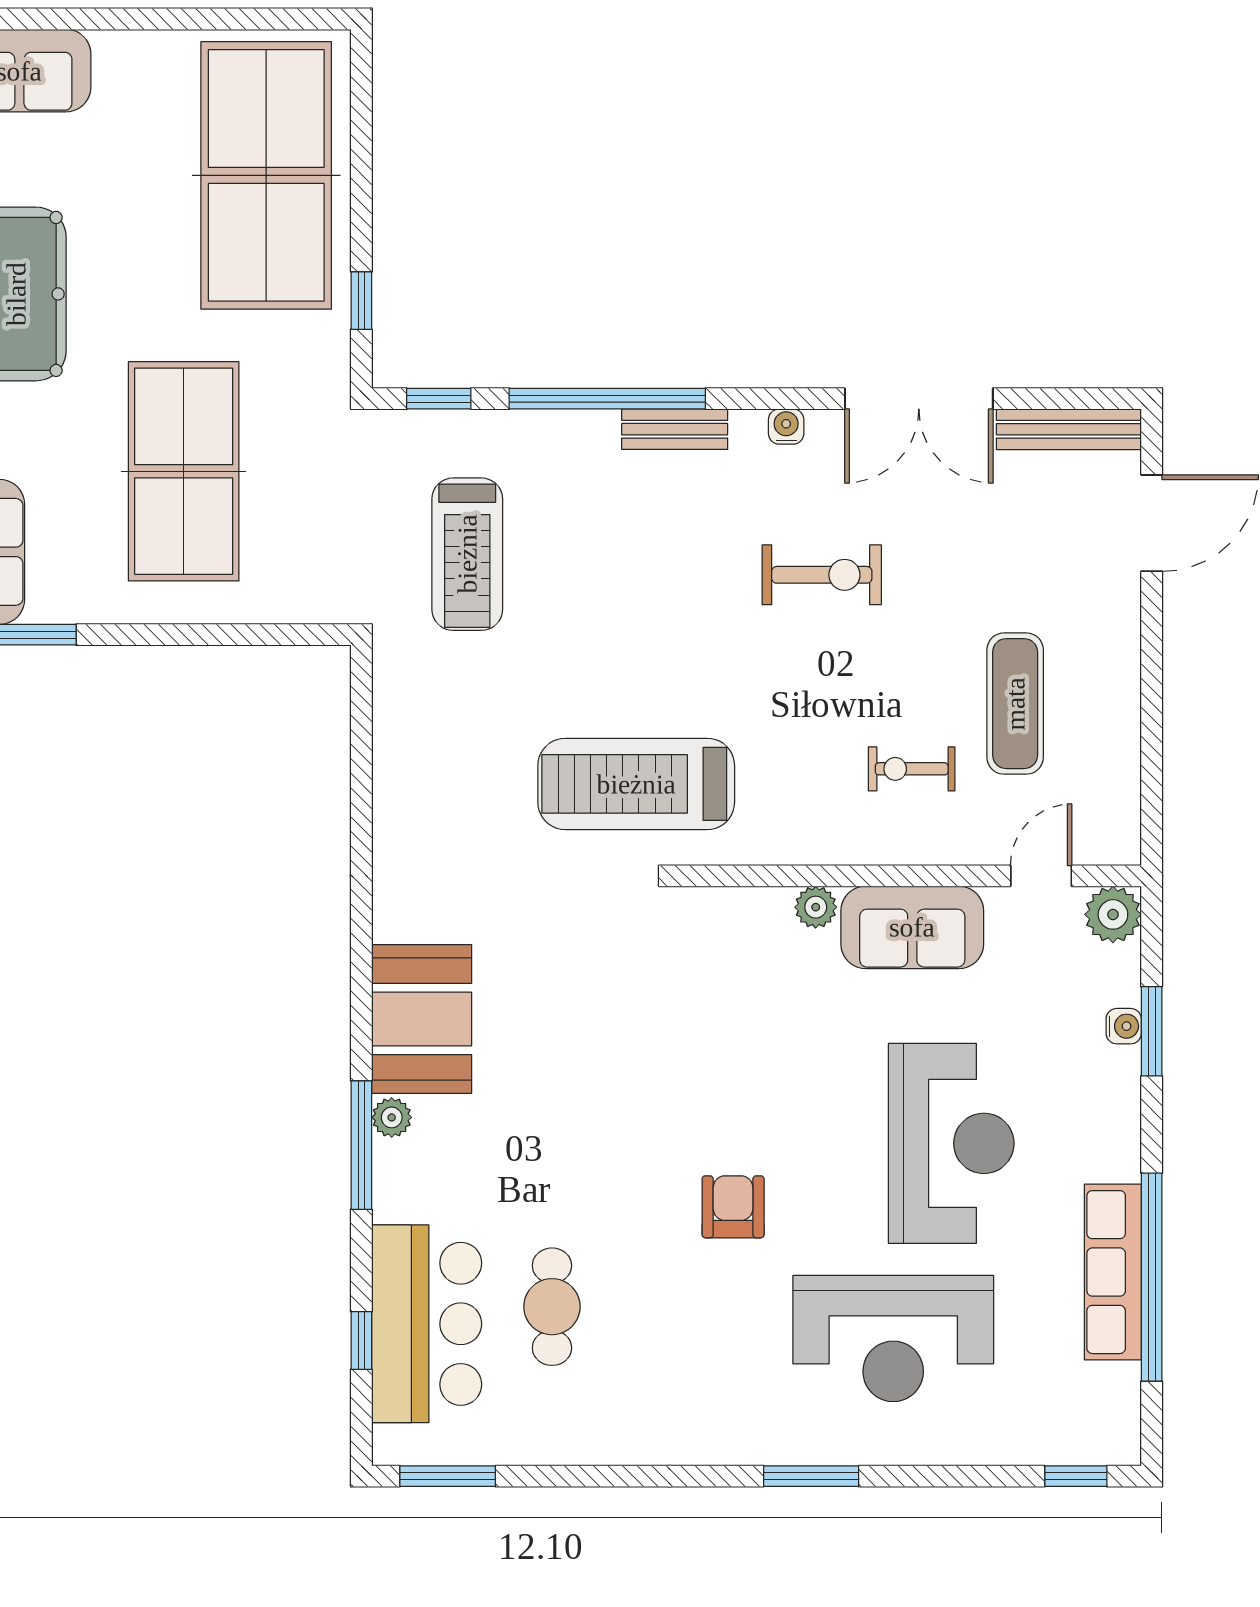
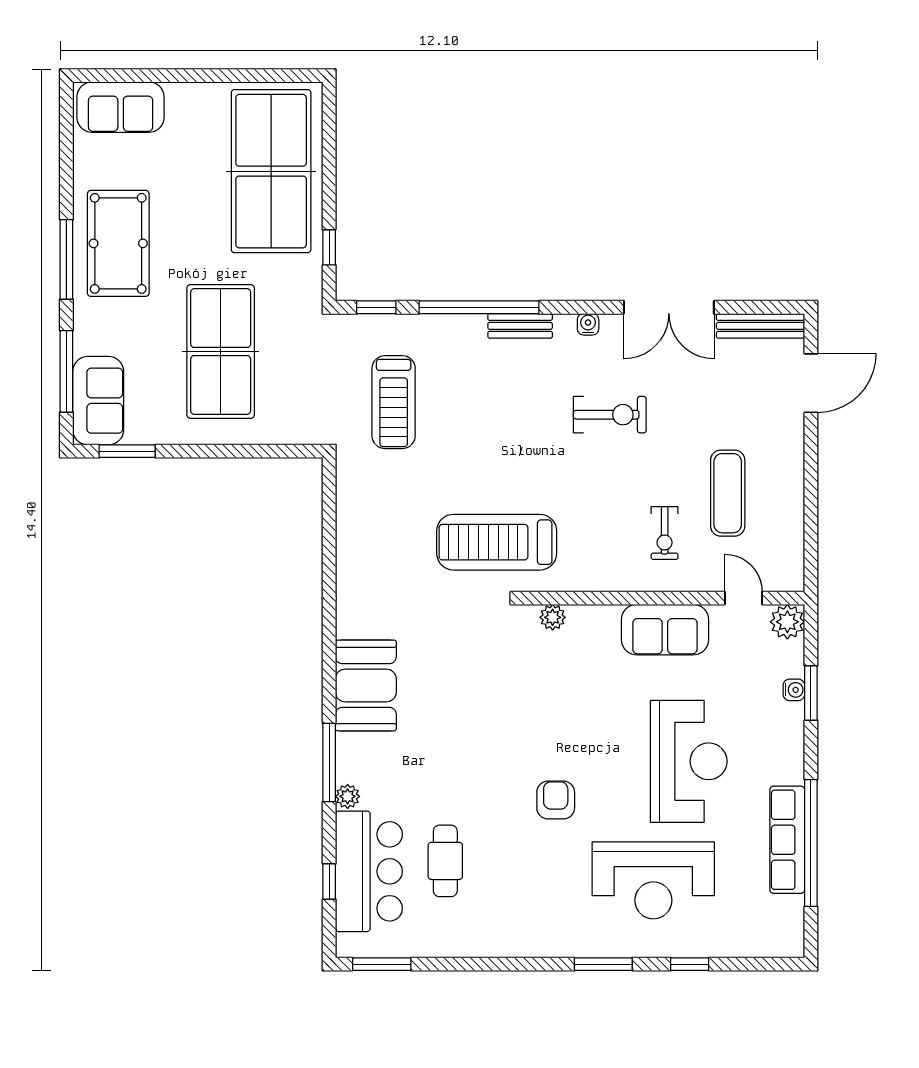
exercise bike: (912, 769) -> (665, 533), turned -90
door: (1041, 876) -> (744, 598), hinge flipped
plant: (816, 907) -> (553, 617), moved
plant: (392, 1117) -> (348, 796), moved
window: (1076, 1476) -> (690, 964), moved

